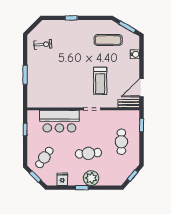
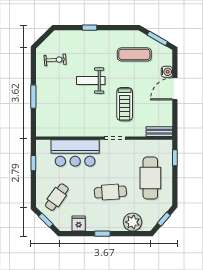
weight bench: (72, 61) -> (91, 81), added
door: (142, 88) -> (175, 89), moved
cafe table: (121, 142) -> (150, 178), width x1.37, depth x1.35
plant: (91, 178) -> (133, 222), moved

